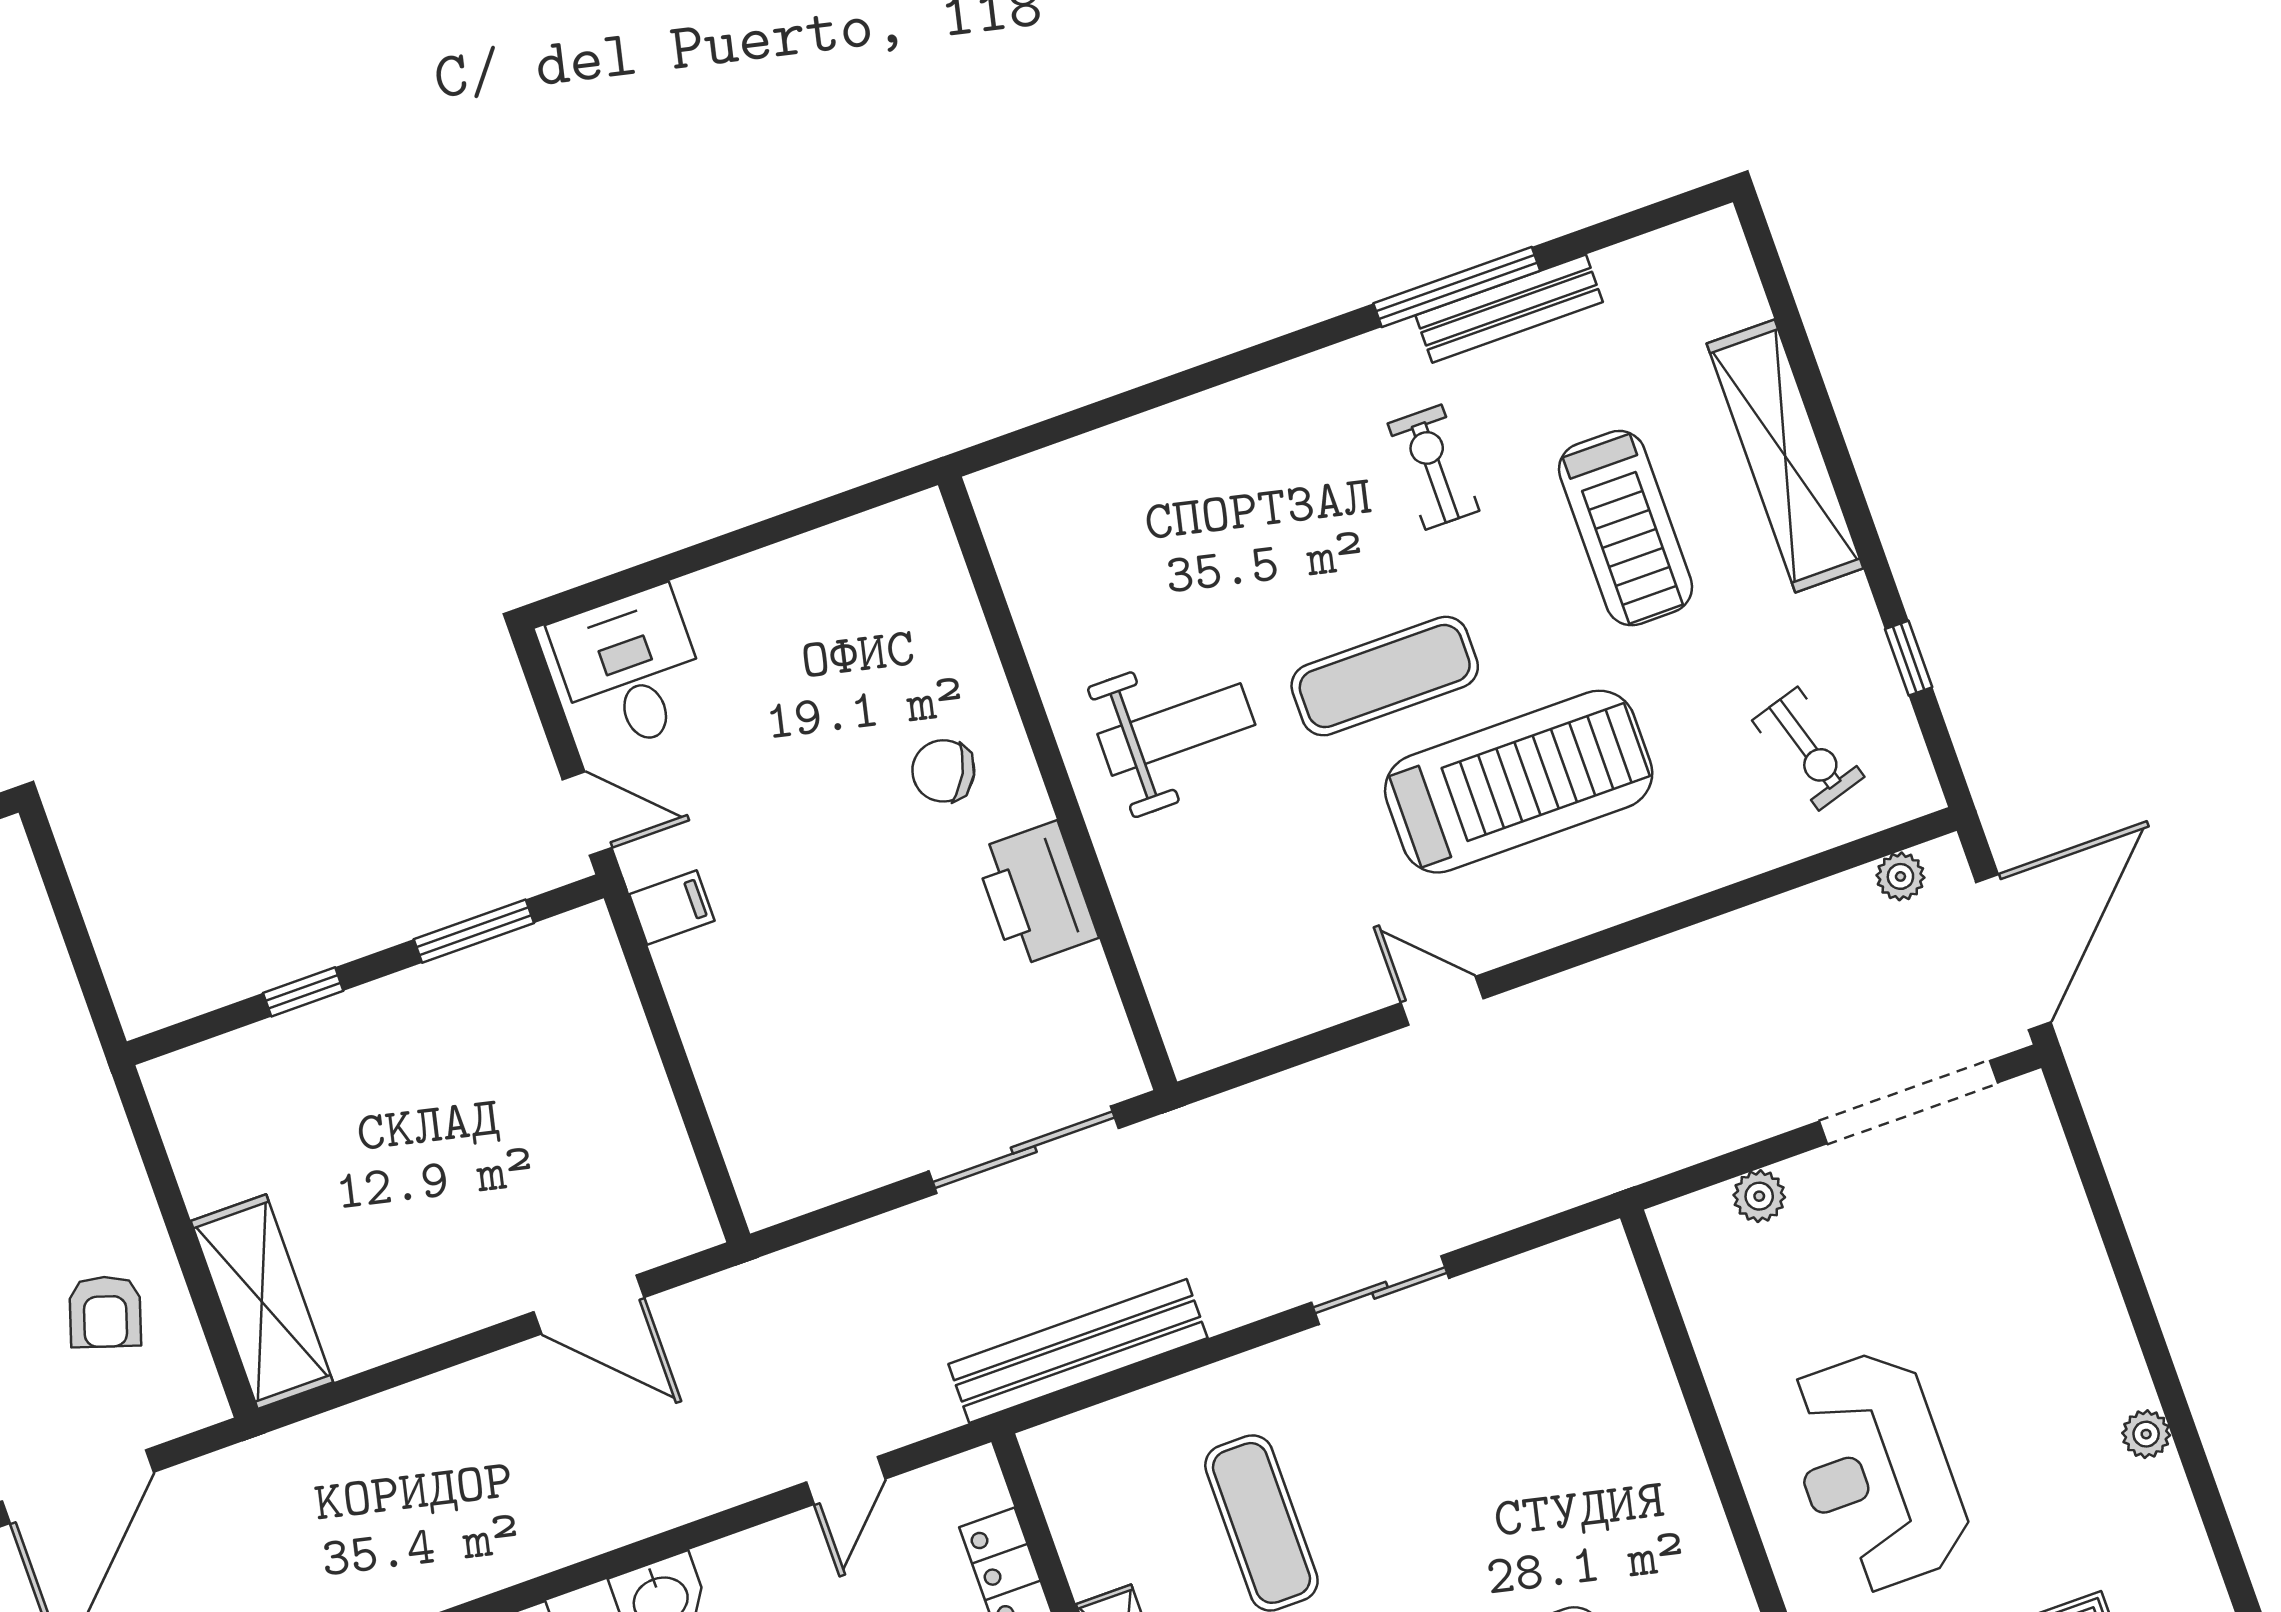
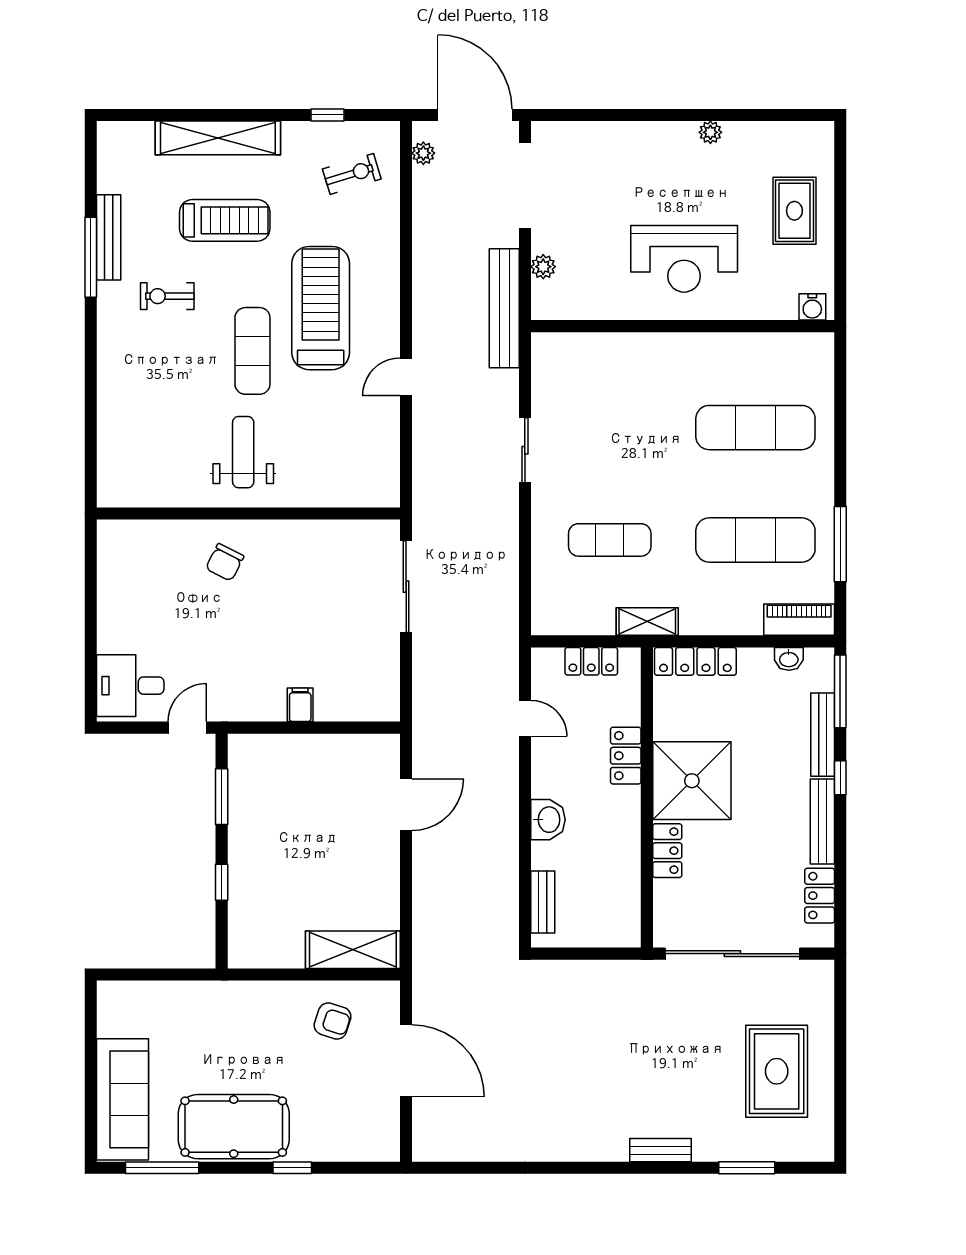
printer: (1036, 894) -> (294, 541), removed
filing cabinet: (672, 908) -> (300, 705), moved
bench: (1078, 1351) -> (504, 308), moved

